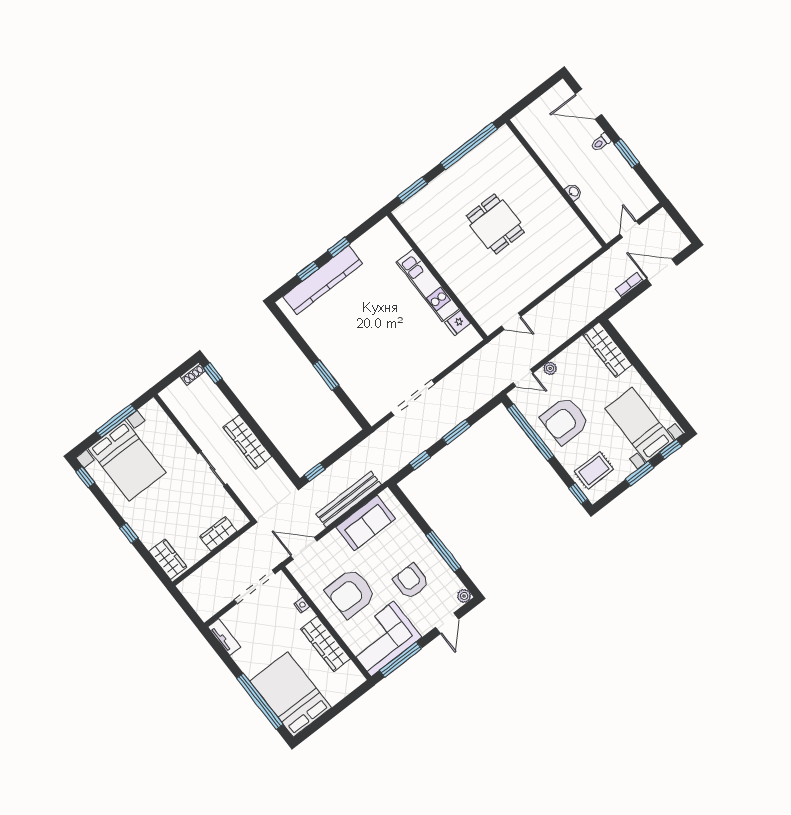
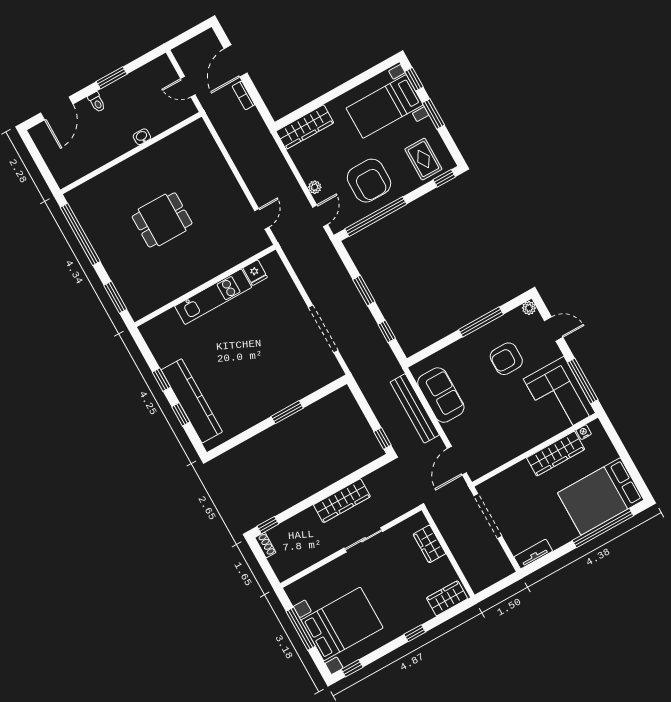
armchair: (351, 593) -> (509, 421), removed
nightstand: (302, 605) -> (584, 432), moved

